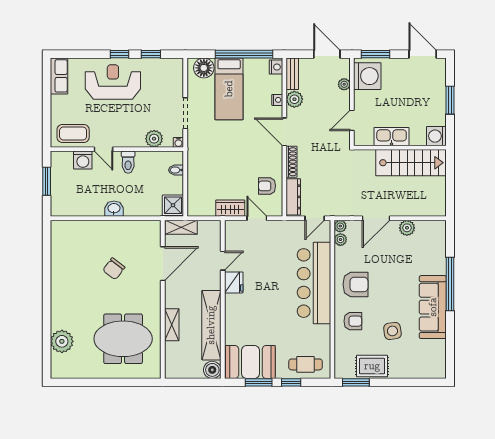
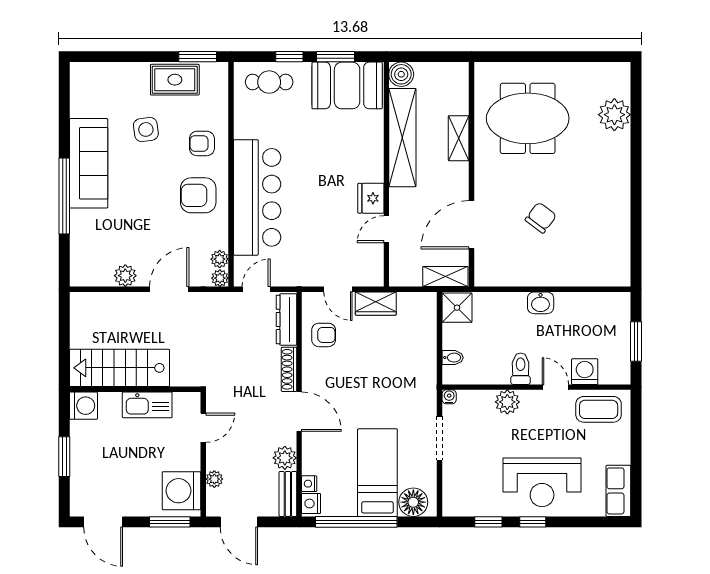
nightstand: (277, 100) -> (309, 484), moved
plant: (154, 139) -> (507, 402), moved

